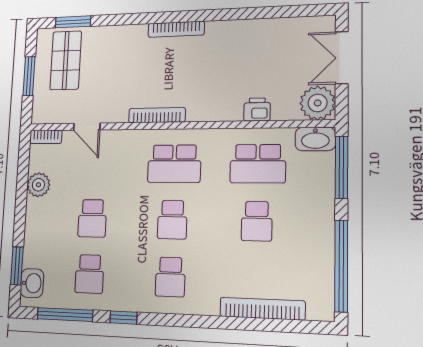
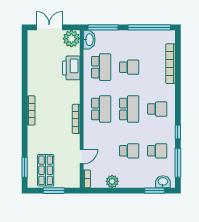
double door: (342, 58) -> (49, 27), swing flipped
shop shelf: (66, 60) -> (46, 170), turned 90
printer: (257, 109) -> (71, 68), width x1.87, depth x1.48
school desk: (172, 220) -> (129, 109), width x1.85

